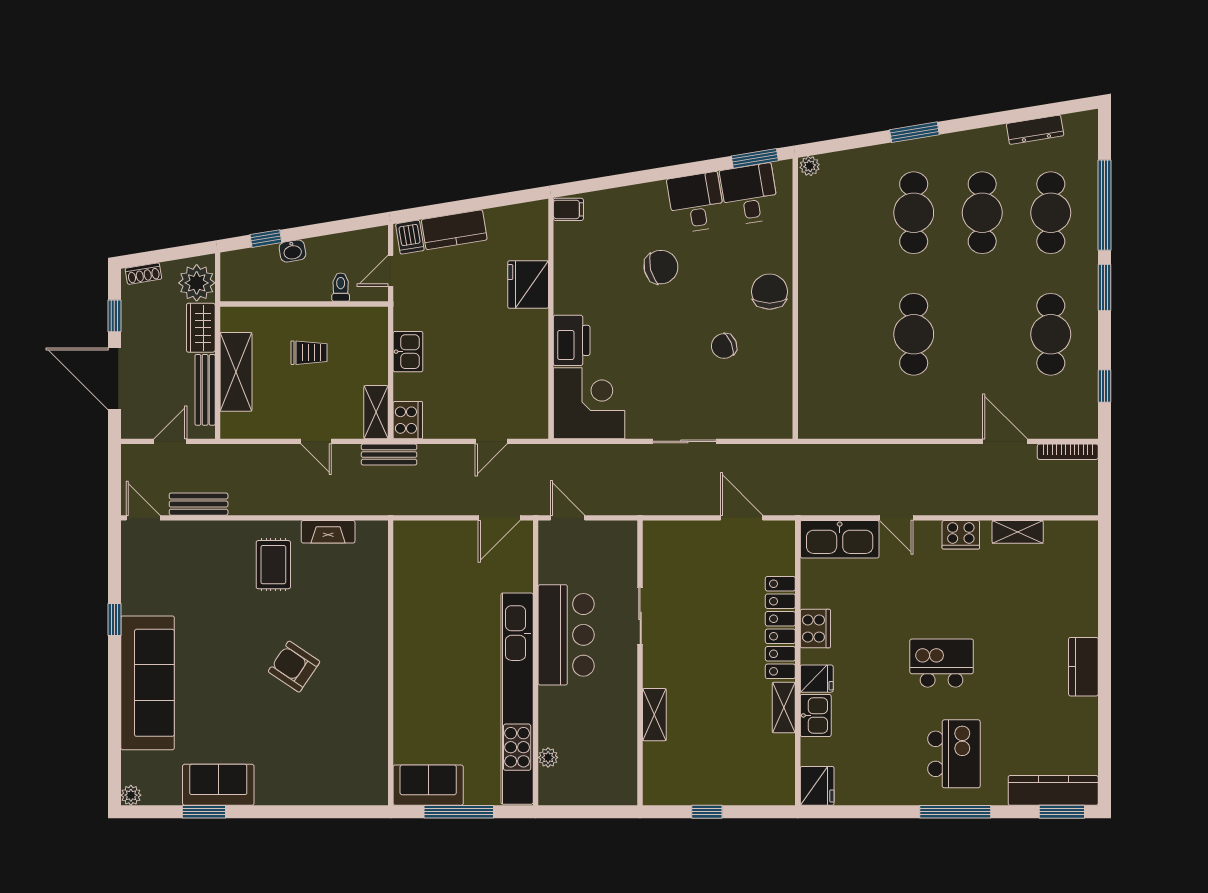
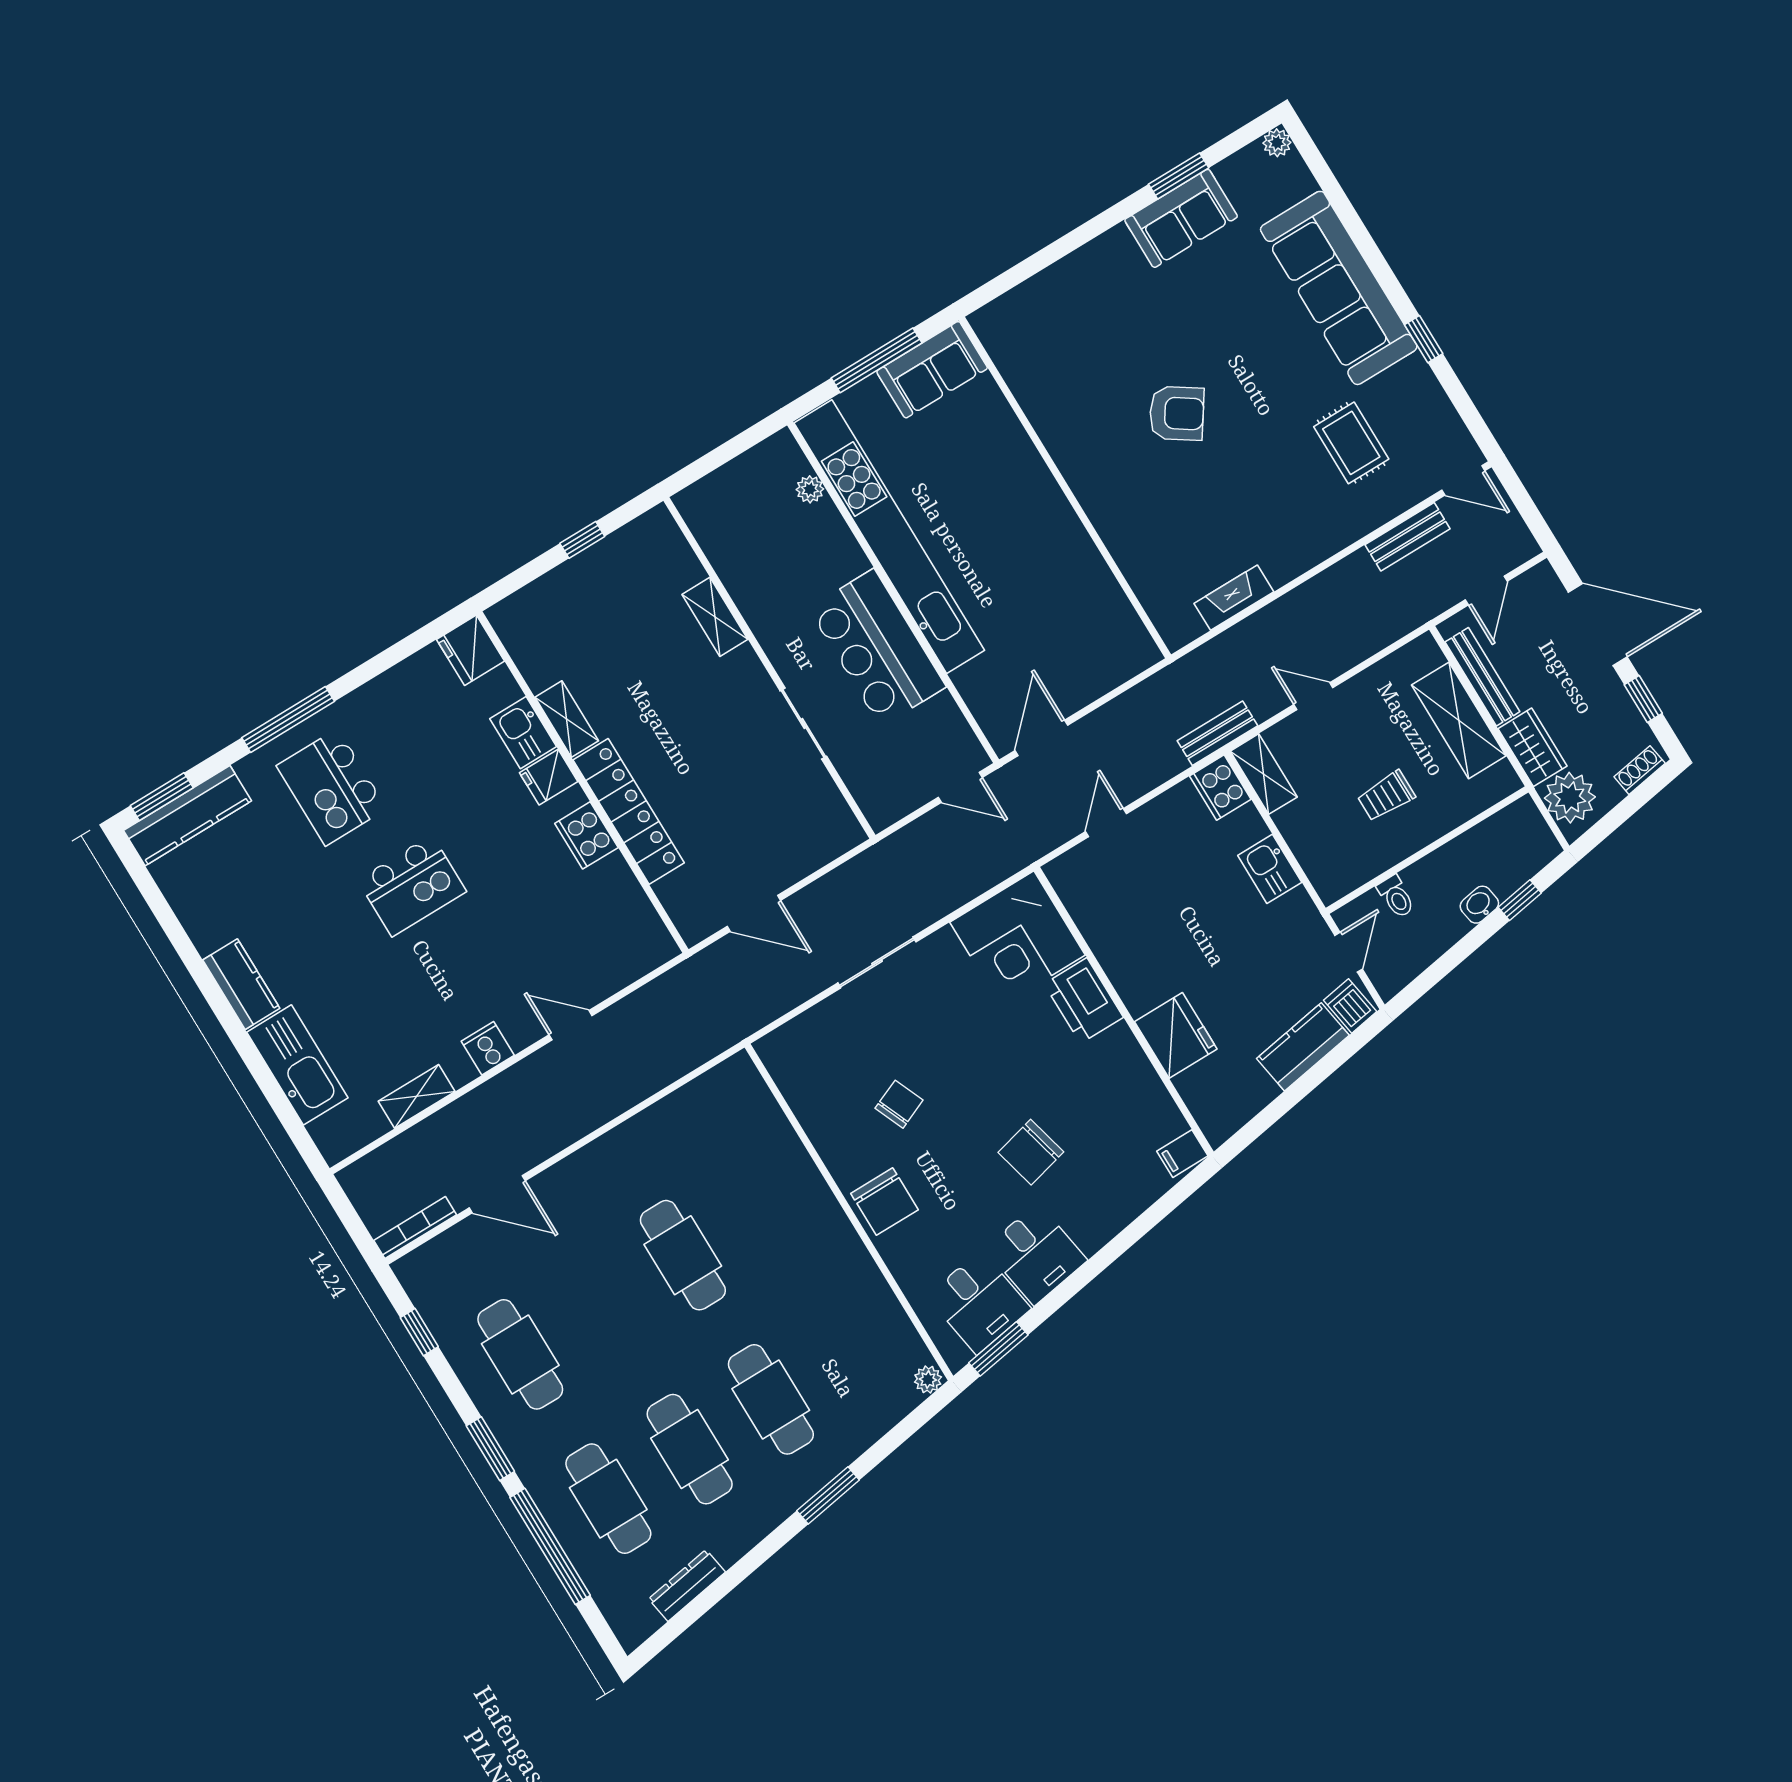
cooker: (961, 535) -> (488, 1048), width x0.73
kitchen sink: (840, 539) -> (297, 1065), moved, turned 90
rug: (273, 565) -> (1351, 443), moved

